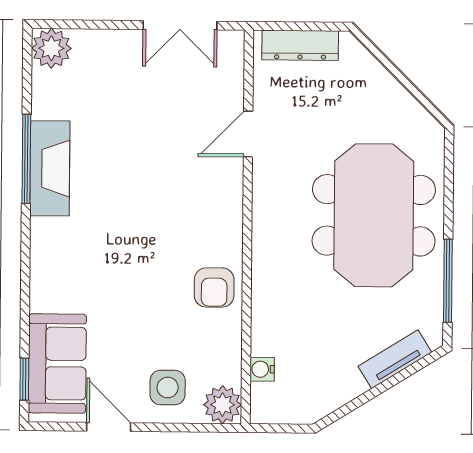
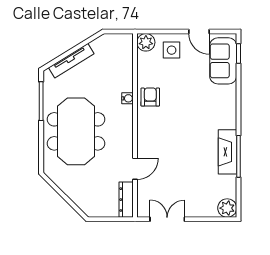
dresser: (300, 45) -> (126, 200), moved, turned -90
tv unit: (395, 359) -> (71, 61), width x1.41
water cooler: (262, 369) -> (127, 98), moved

